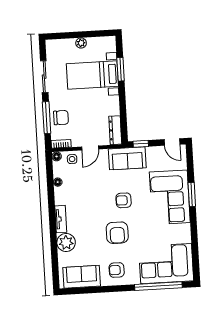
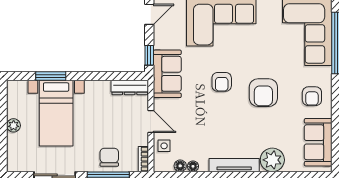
floor lamp: (57, 156) -> (180, 166), moved
tv unit: (61, 219) -> (234, 165), width x1.41
armchair: (117, 233) -> (263, 93), turned 90

